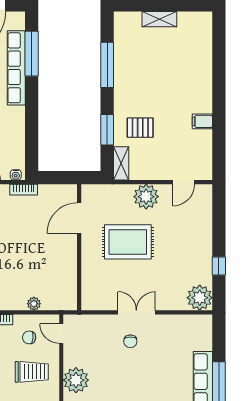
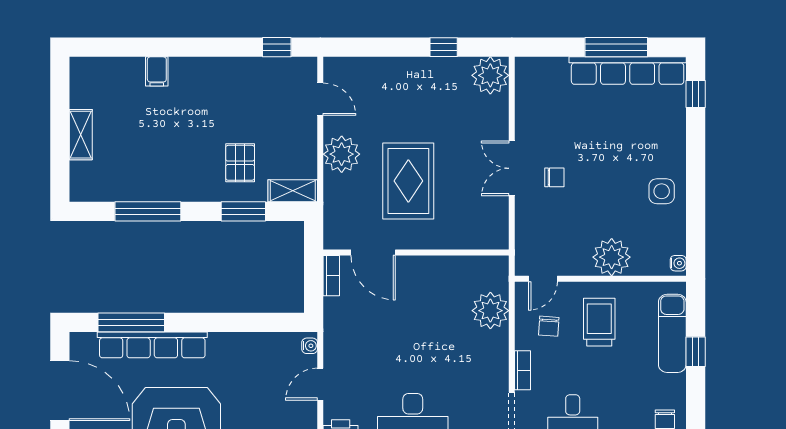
filing cabinet: (202, 121) -> (157, 71), moved
window: (219, 152) -> (277, 47), added
bookcase: (24, 190) -> (331, 276), moved
plant: (34, 304) -> (490, 311), width x1.87, depth x1.87

